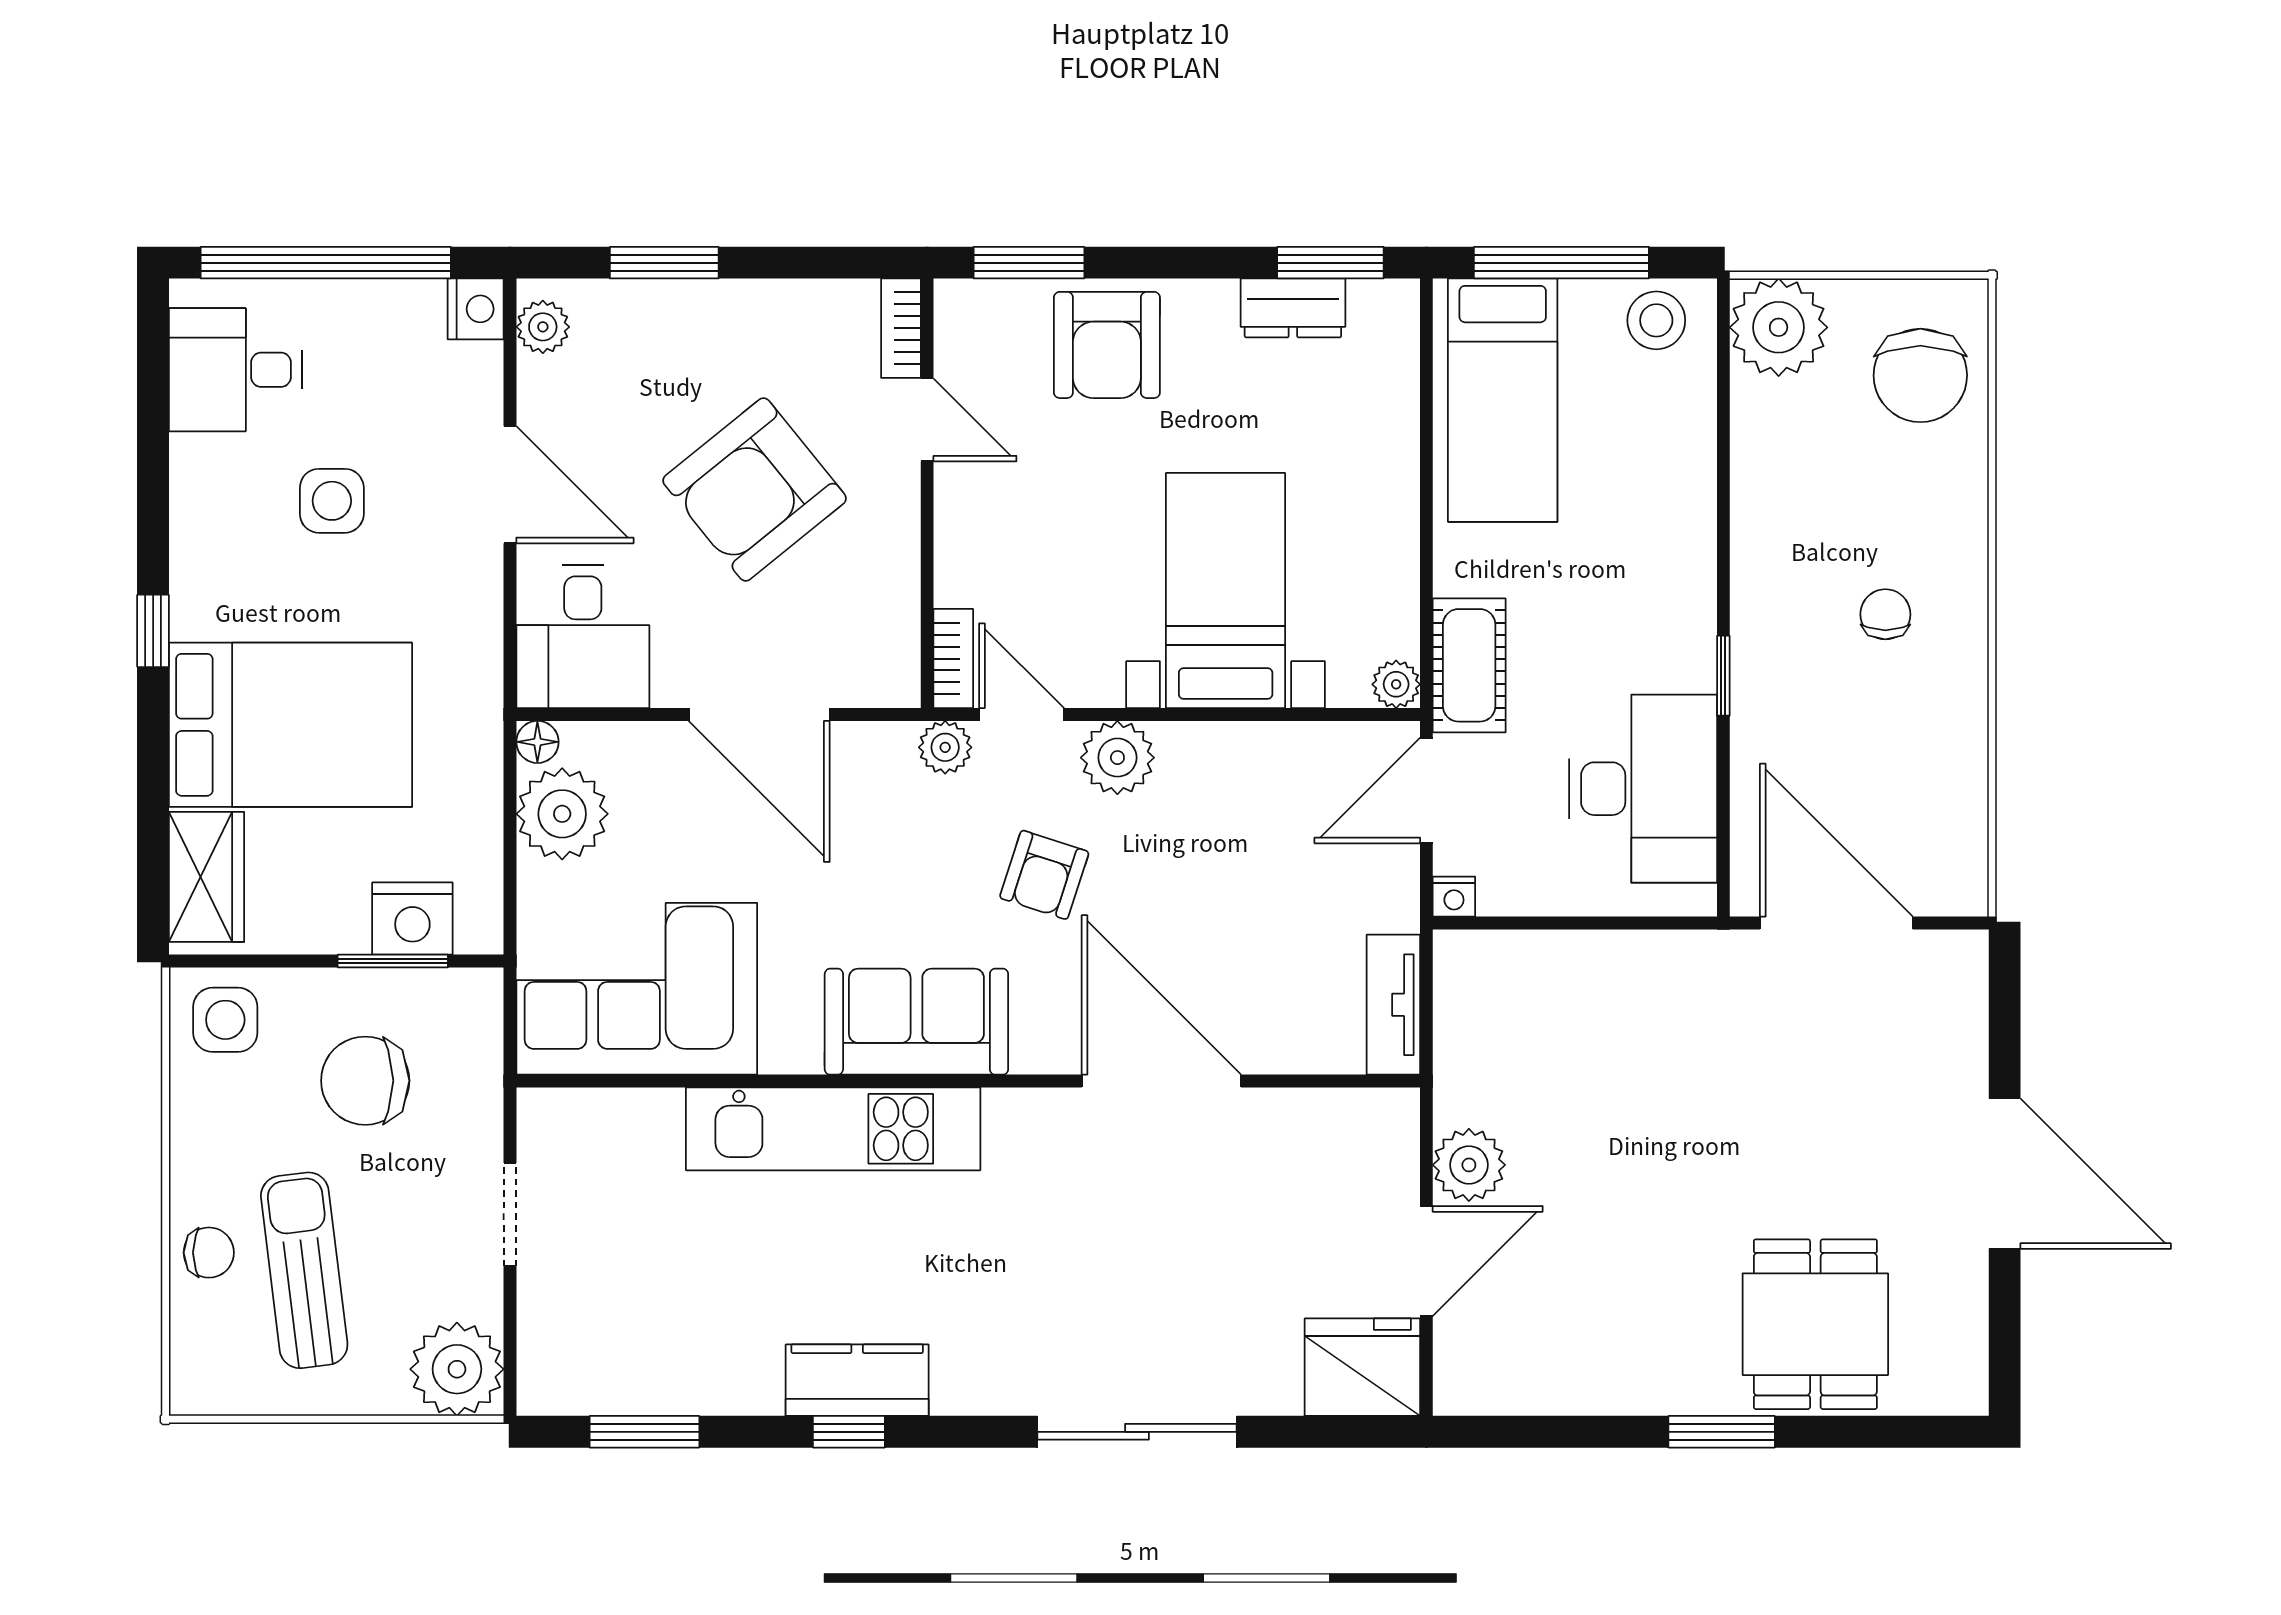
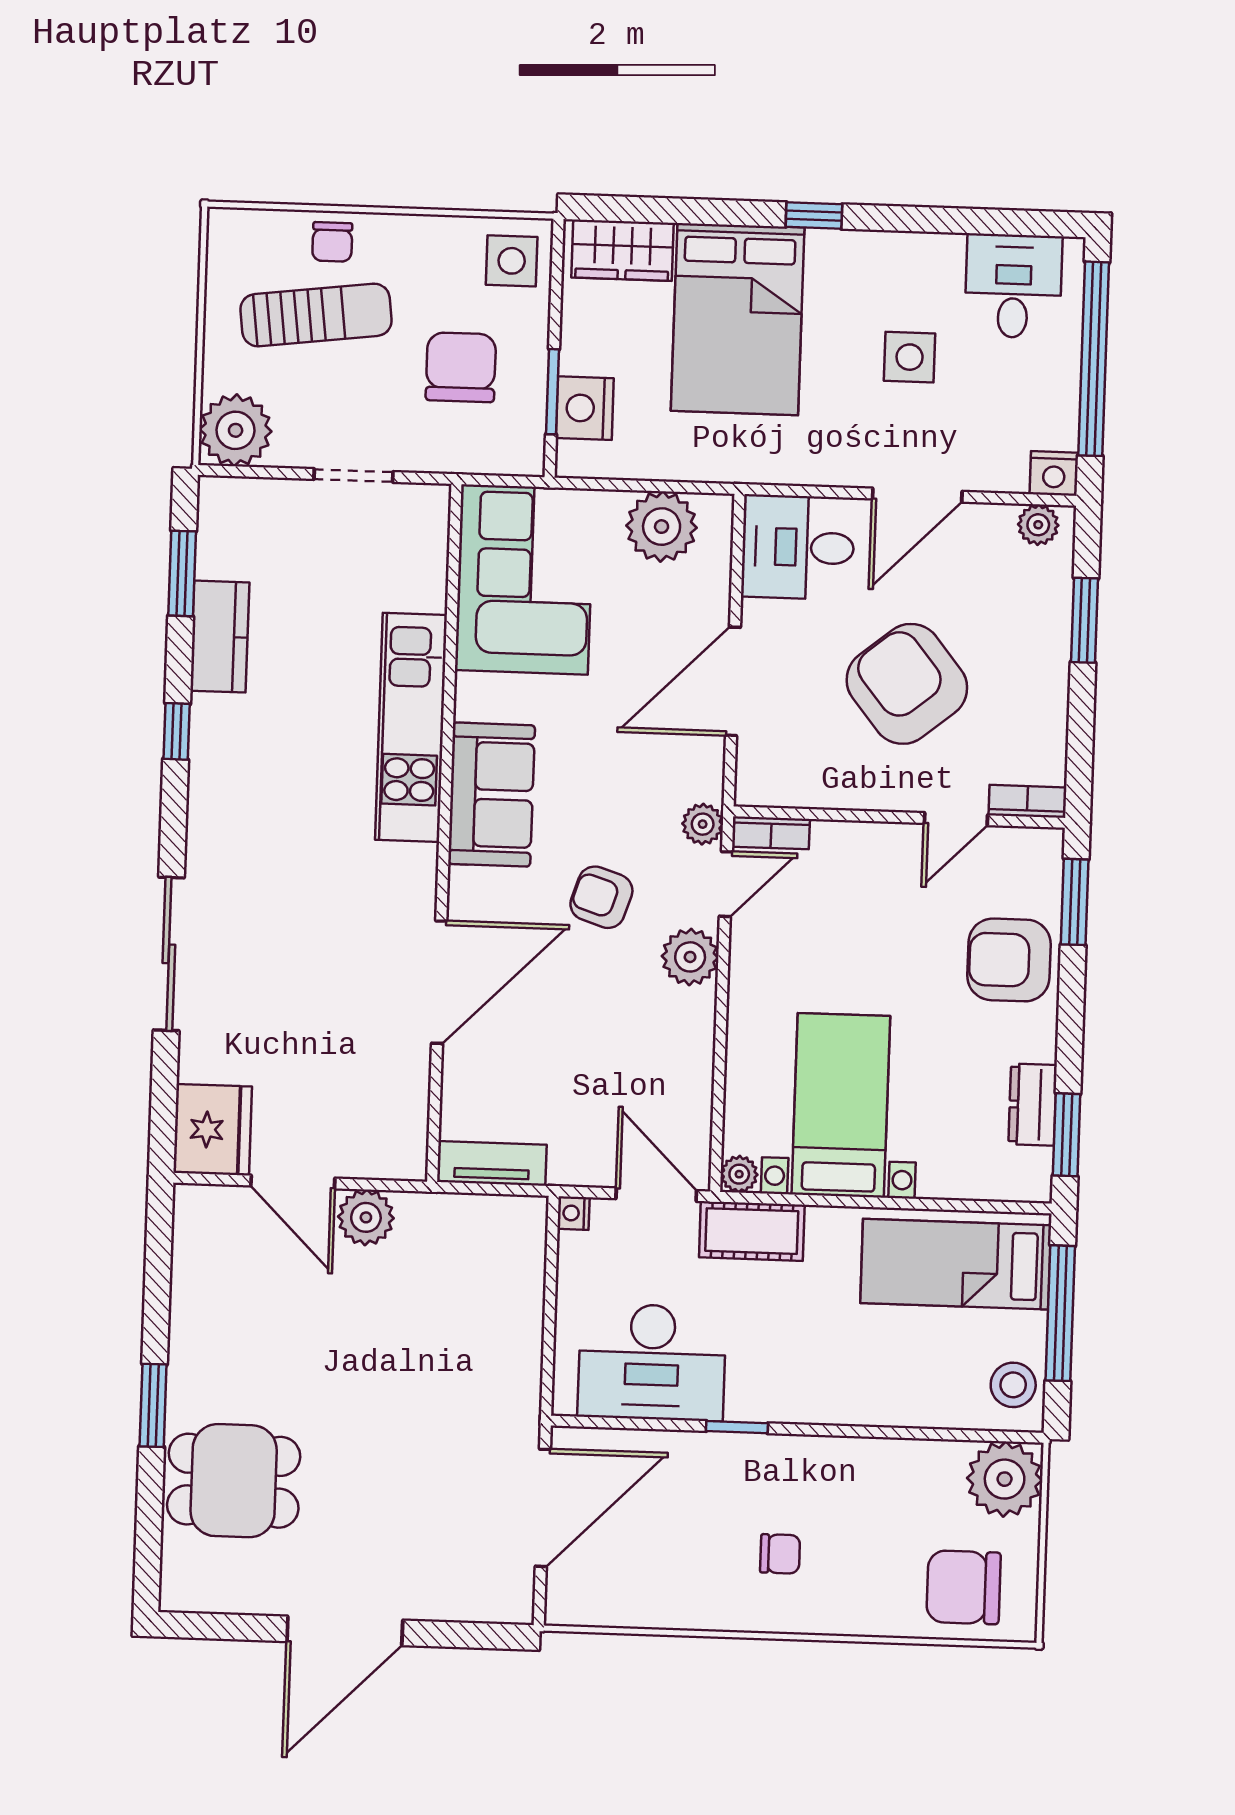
bed with nightstands: (1226, 591) -> (841, 1105), moved, turned -90
floor lamp: (537, 742) -> (718, 509), removed
kitchen counter: (857, 1380) -> (220, 637), moved

